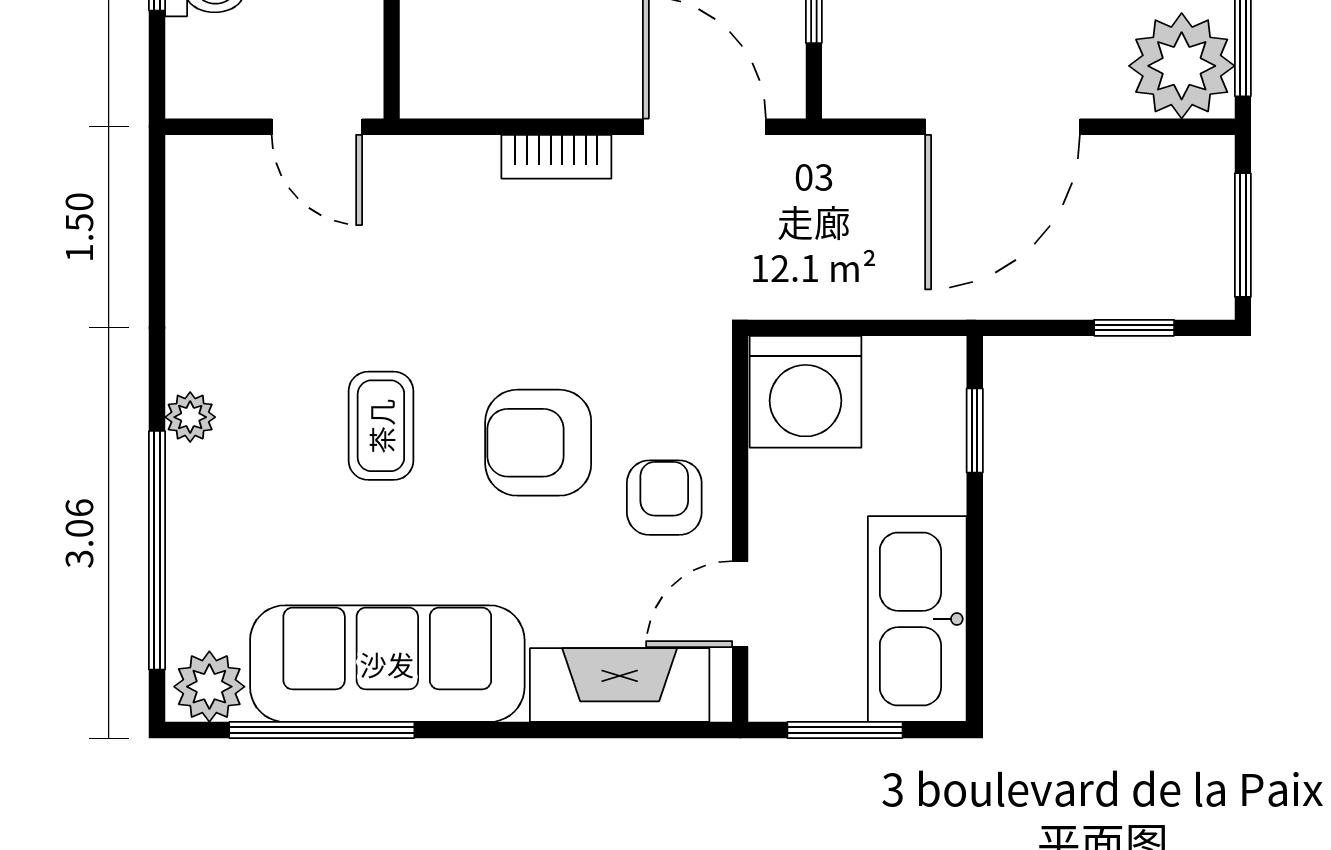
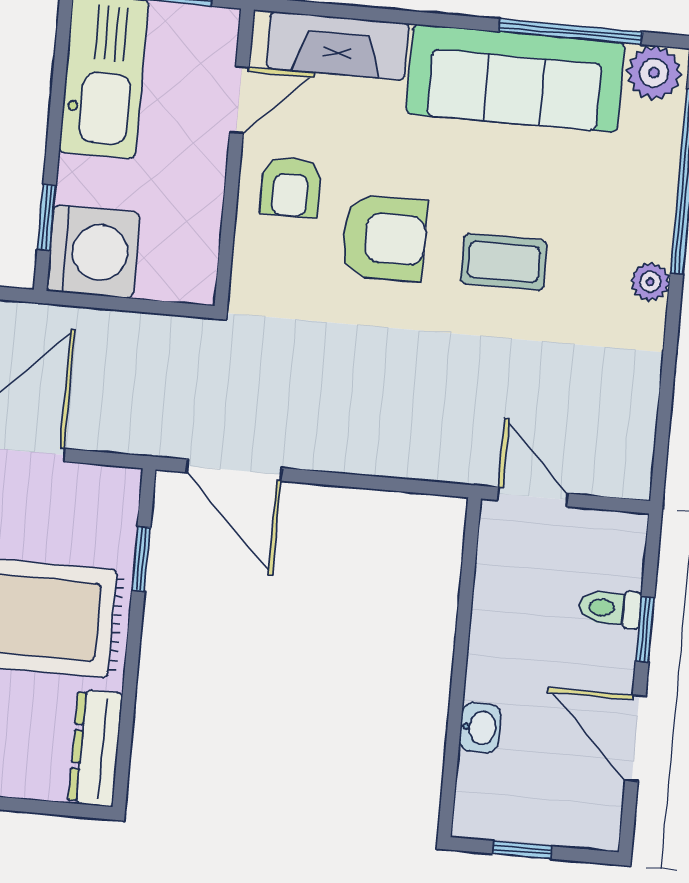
bookcase: (556, 157) -> (350, 457), removed
washing machine: (805, 392) -> (93, 252), moved, turned 90
coffee table: (381, 426) -> (504, 262), turned 90

